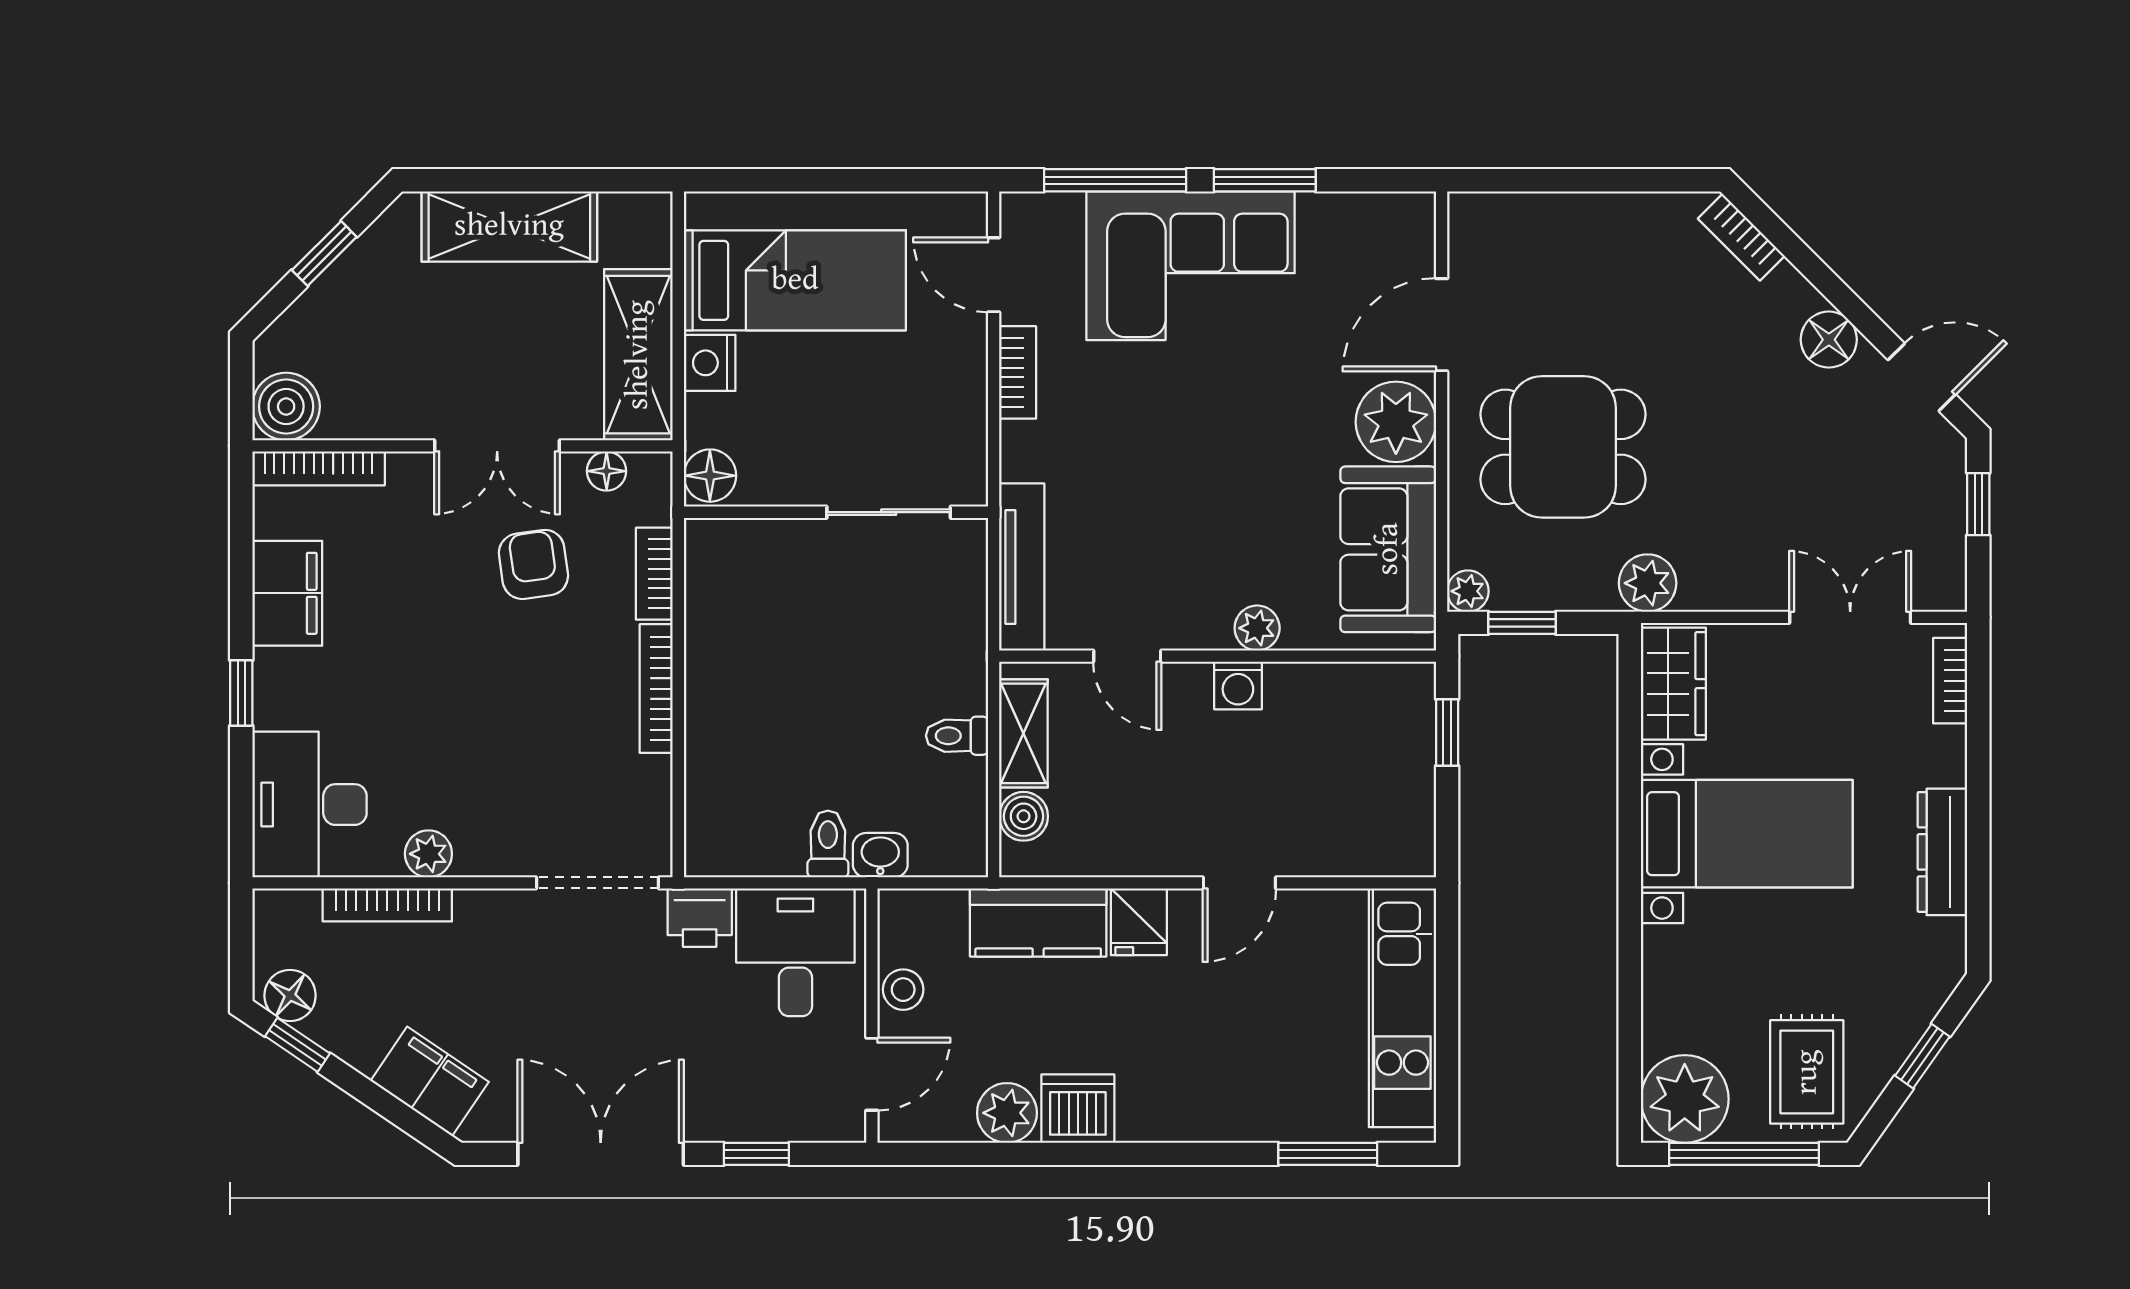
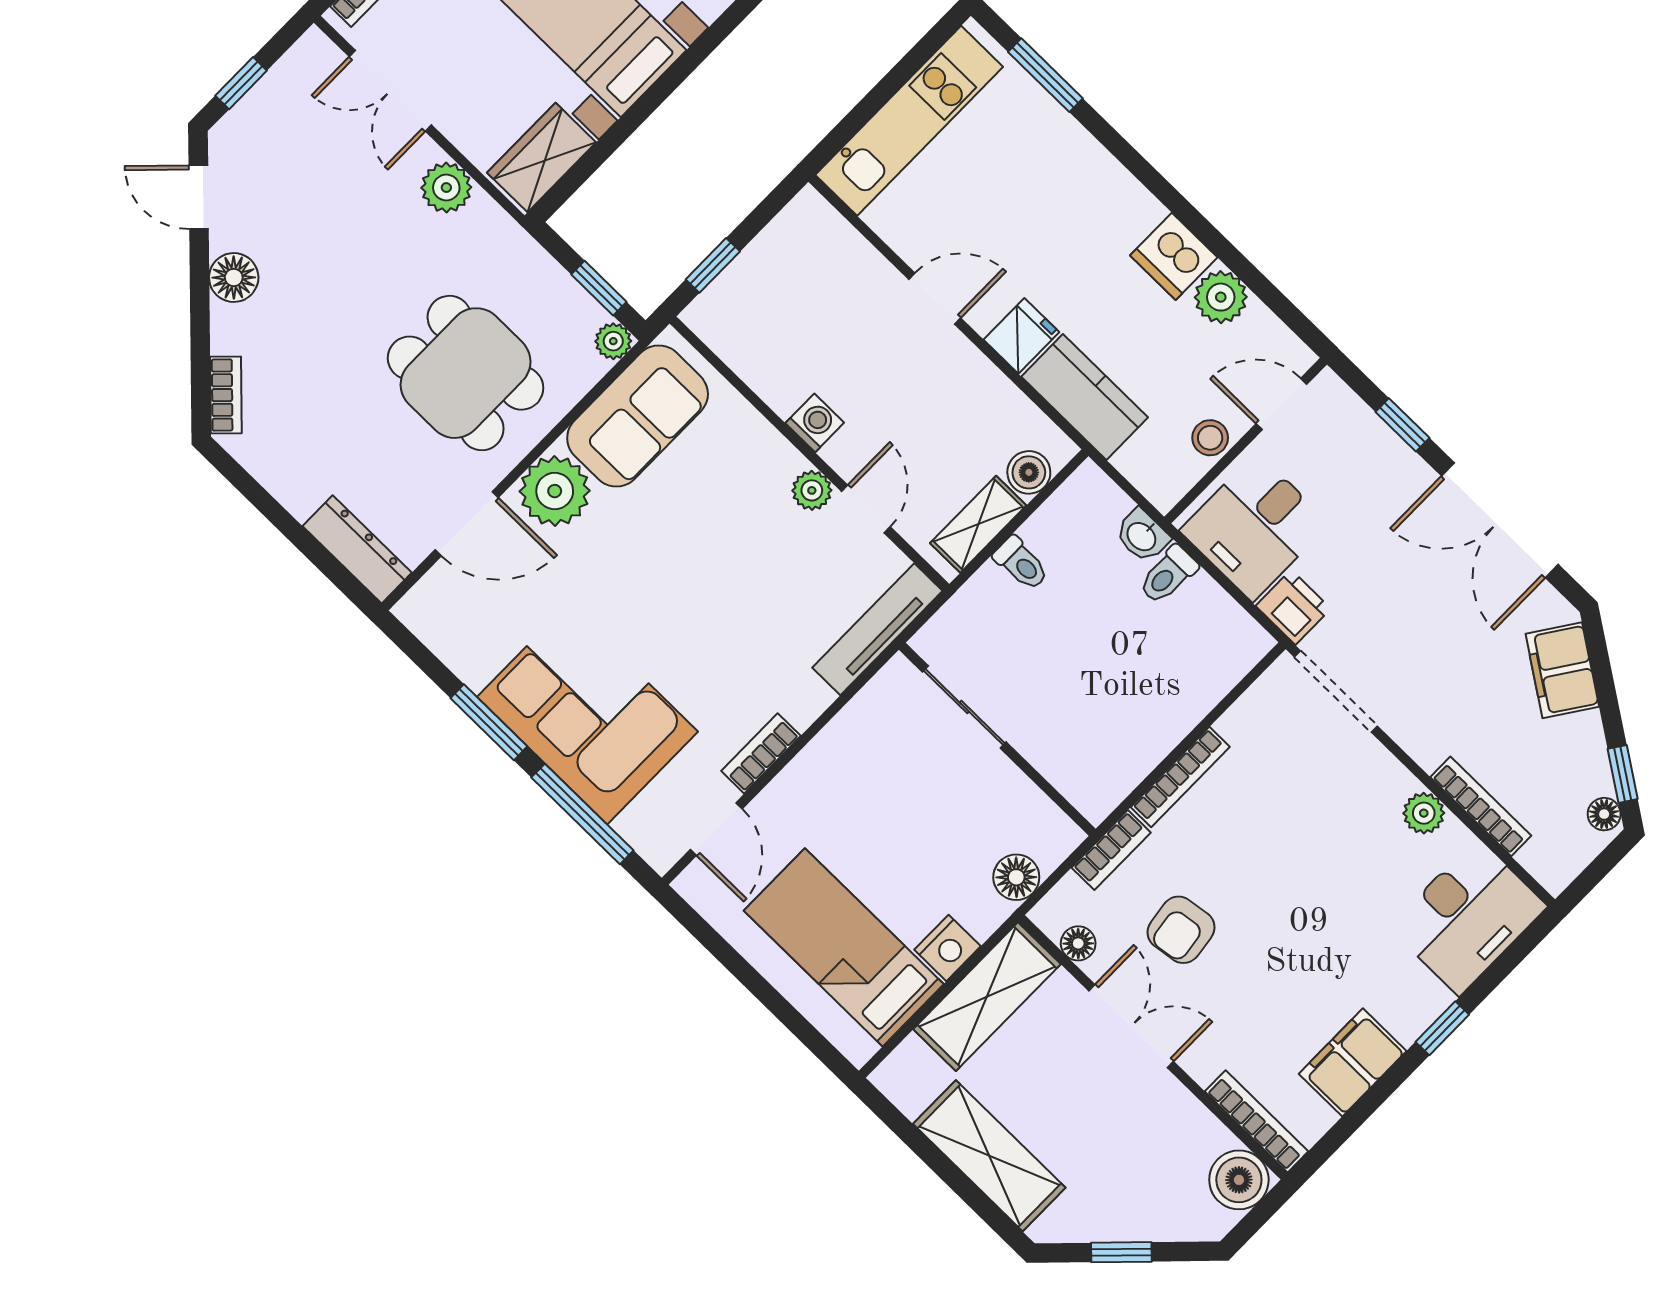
dresser: (1511, 216) -> (357, 549), added
wall: (836, 512) -> (997, 739), moved
sliding door: (889, 512) -> (964, 707), moved
plant: (1648, 583) -> (446, 188), moved
plant: (1257, 628) -> (812, 490), moved
floor lamp: (290, 995) -> (1604, 814), width x0.73, depth x0.73

